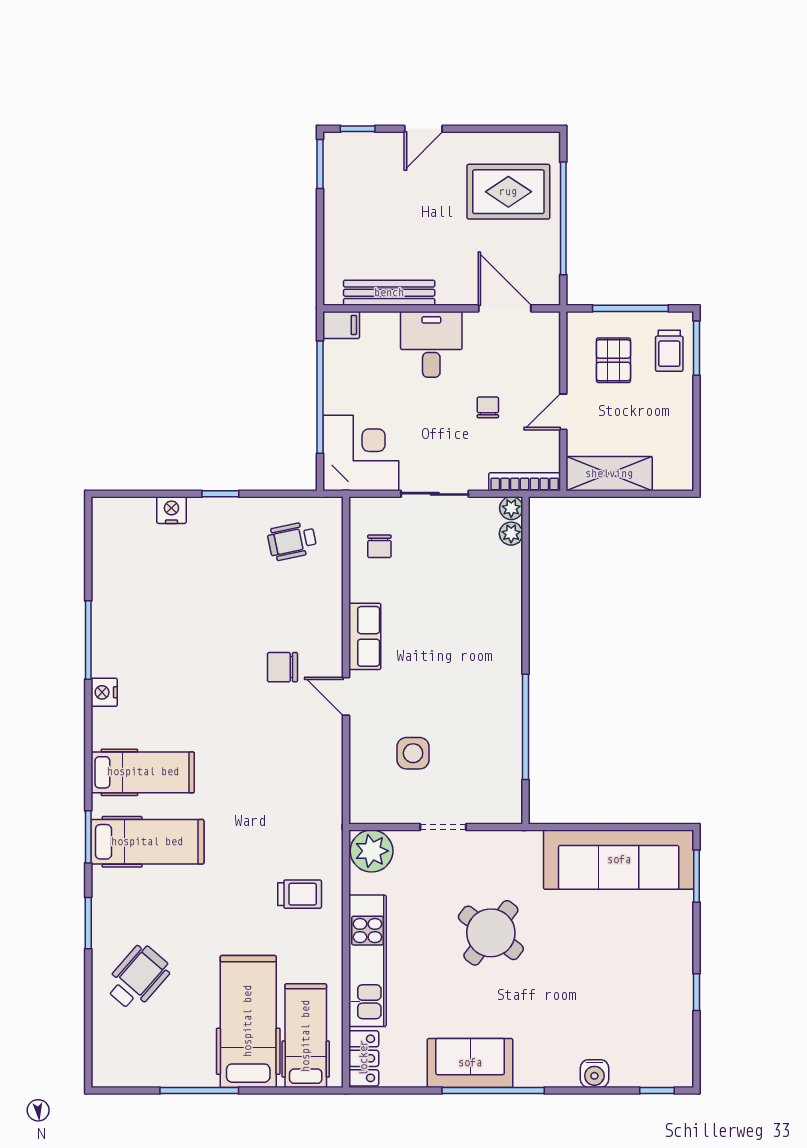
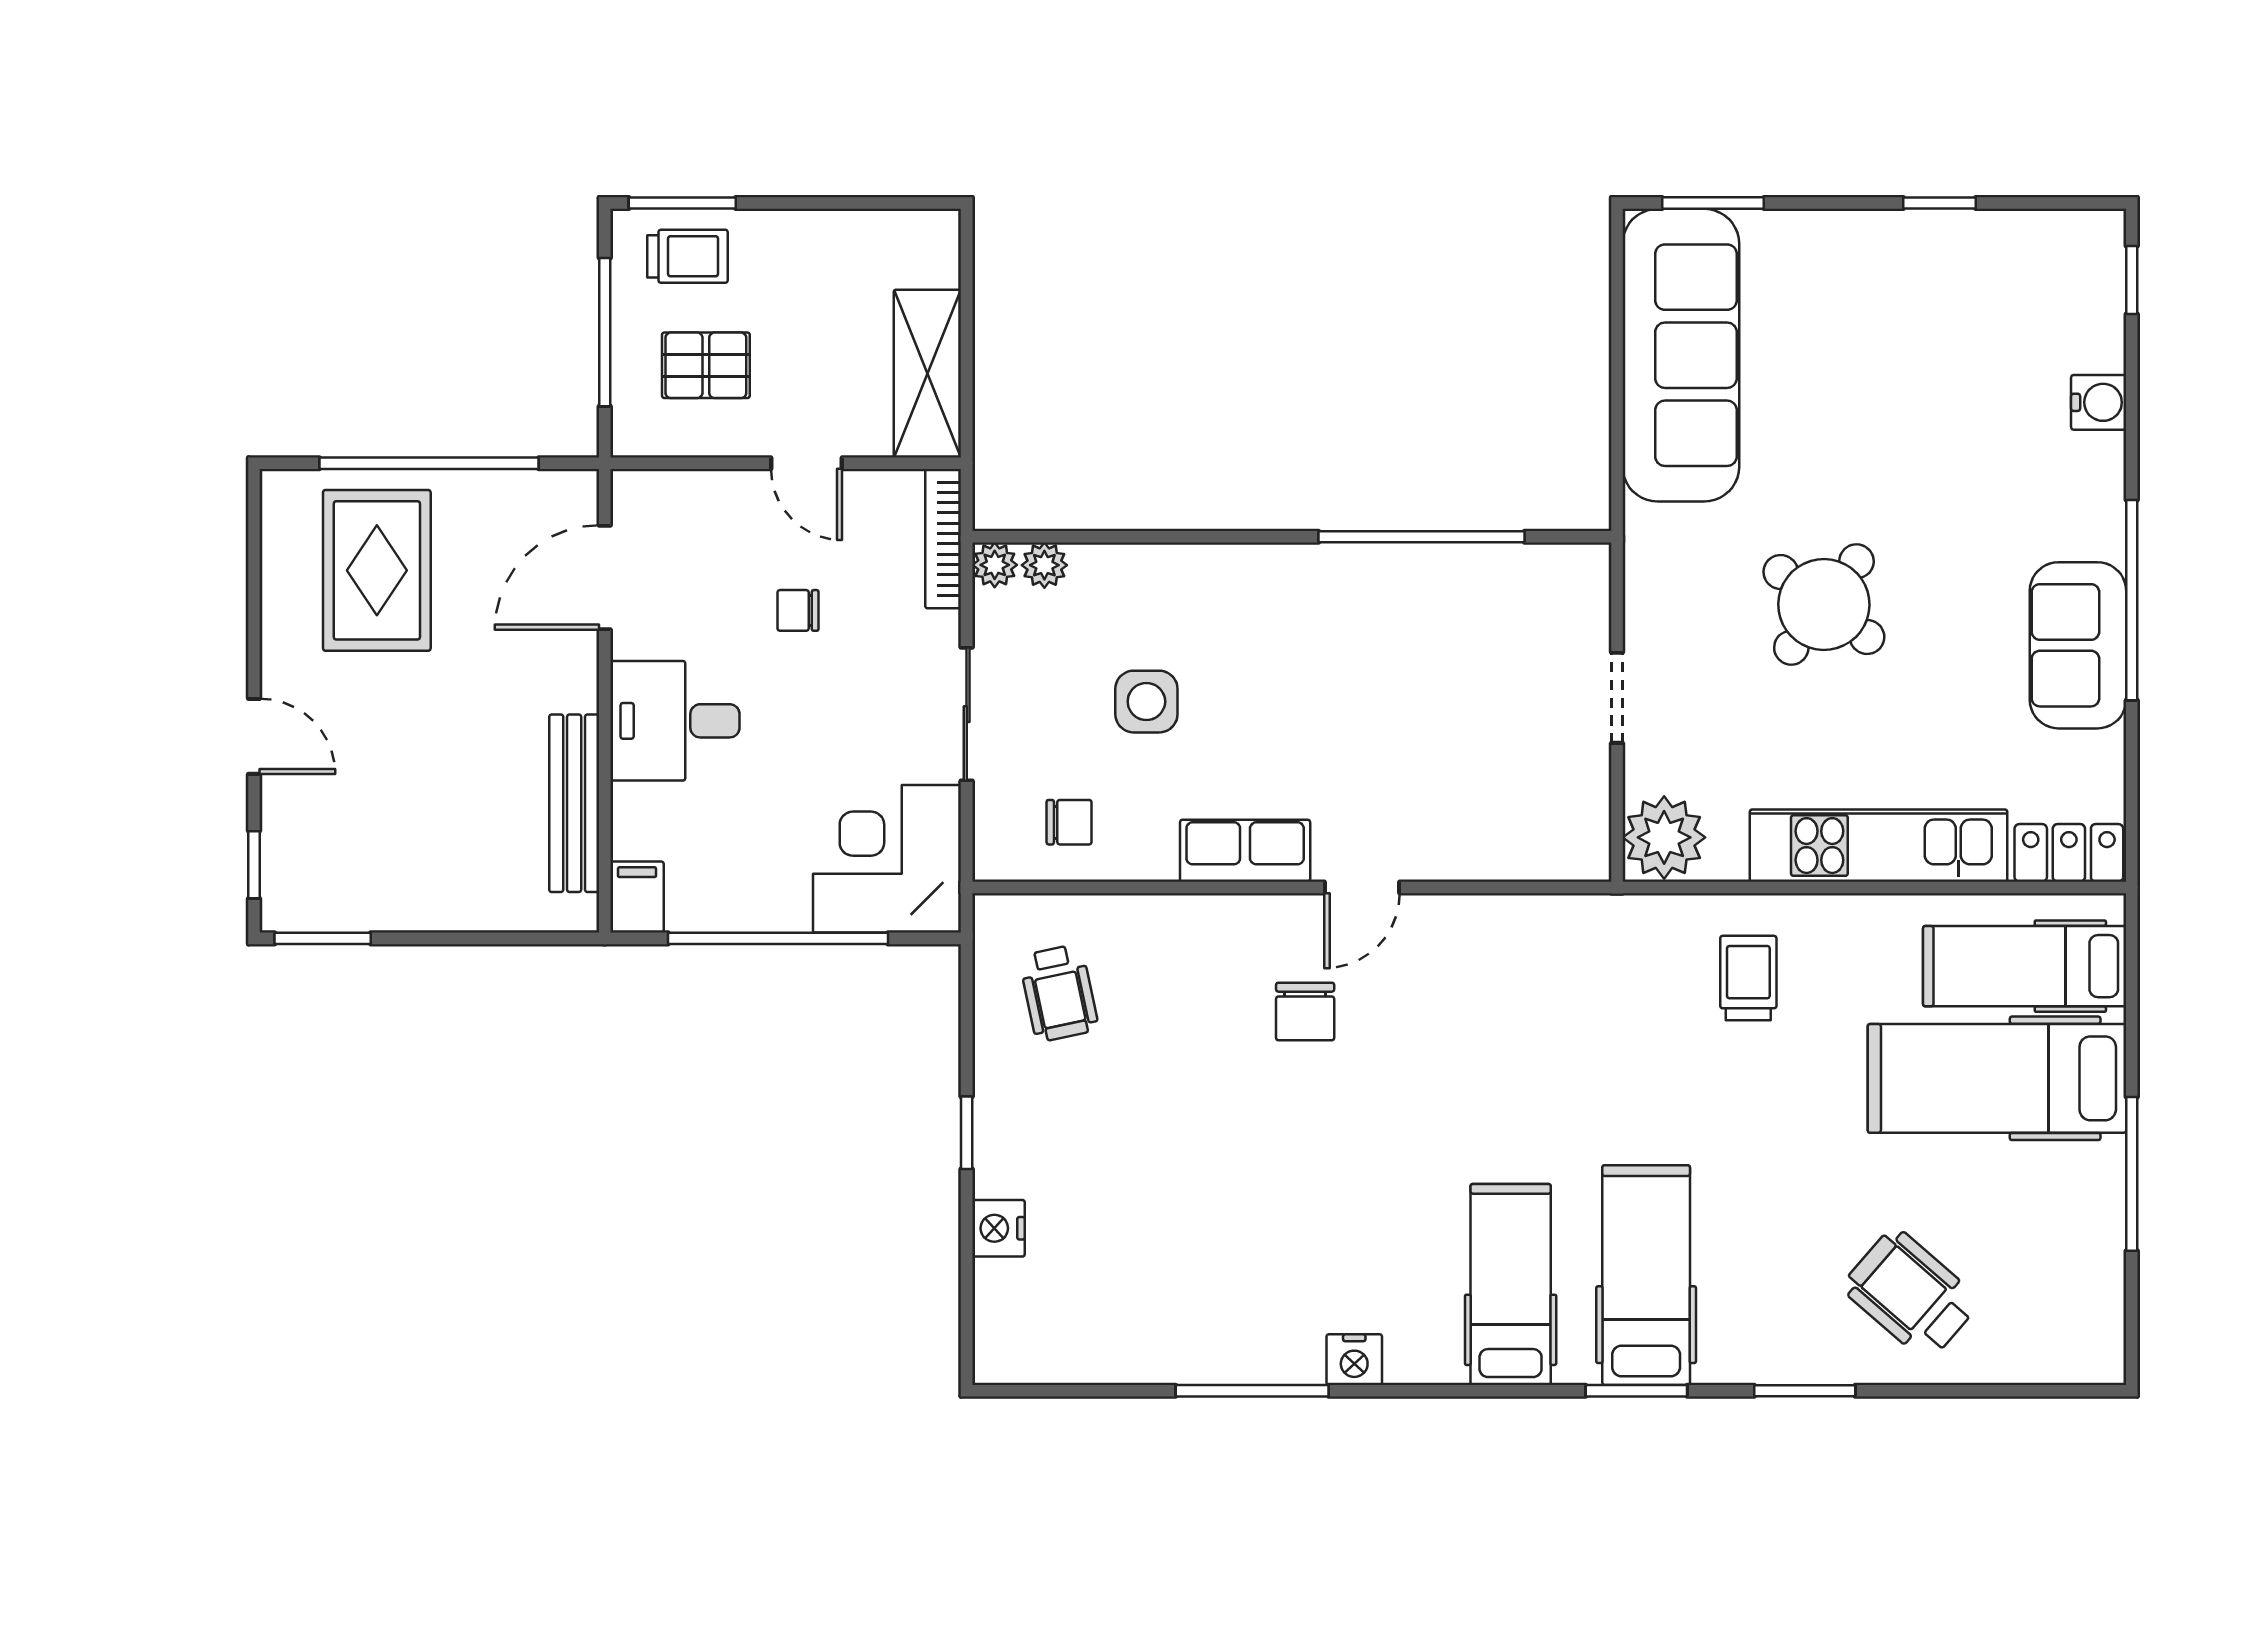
side table: (413, 753) -> (1146, 702), moved

